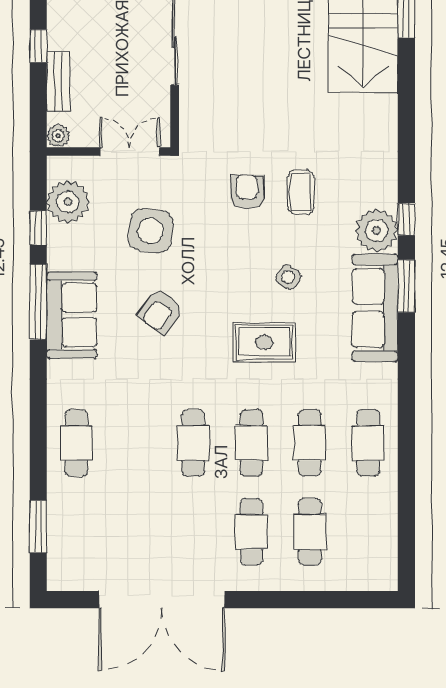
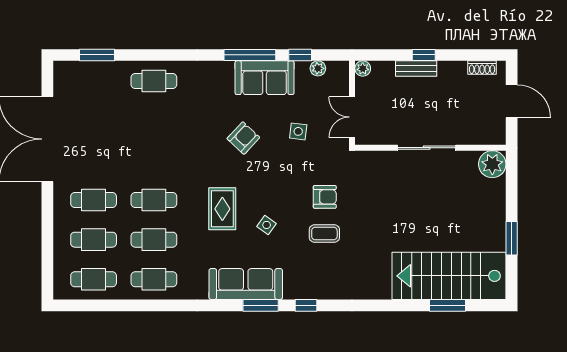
bench: (58, 81) -> (416, 69), moved
double door: (130, 152) -> (352, 117), swing flipped
plant: (68, 202) -> (318, 68), width x0.53, depth x0.53
plant: (377, 230) -> (298, 285), removed
side table: (151, 231) -> (298, 131), width x0.54, depth x0.54
armchair: (160, 311) -> (243, 138), turned 97
sofa: (72, 315) -> (265, 78), moved
cafe table: (193, 443) -> (94, 279), moved

